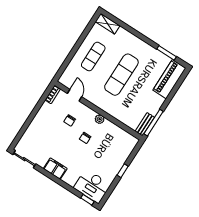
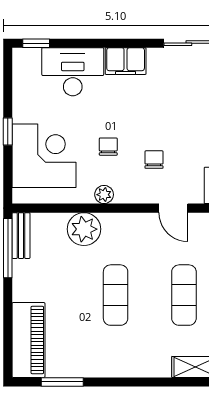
exercise mat: (121, 75) -> (116, 295), width x0.73, depth x0.69
plant: (117, 110) -> (84, 229), added
corner desk: (114, 151) -> (44, 156), added
desk: (92, 186) -> (73, 72), moved

